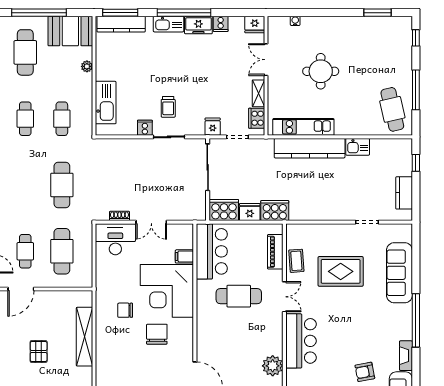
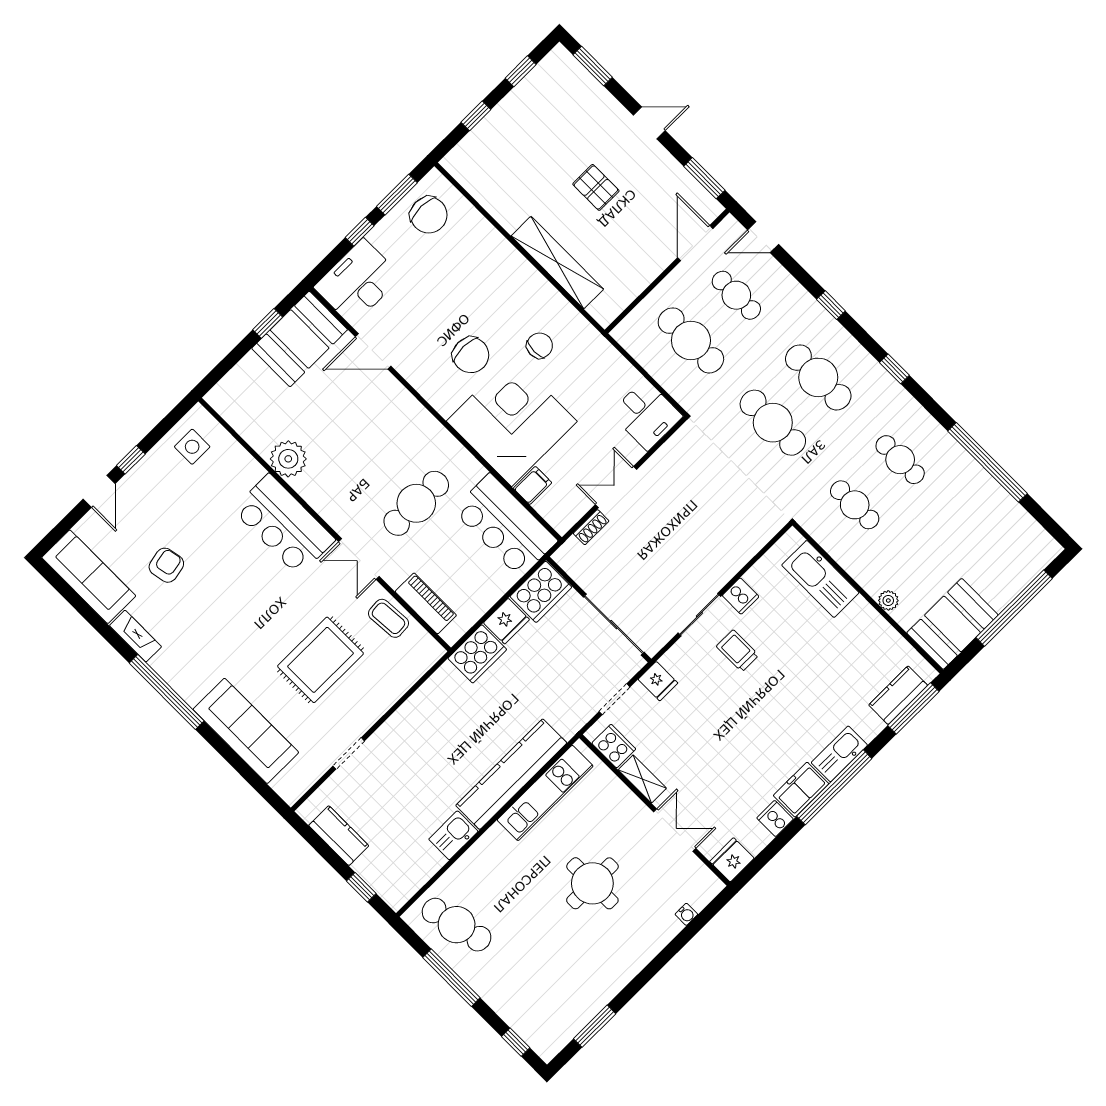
kitchen counter: (121, 24) -> (898, 695), width x0.67
cafe table: (25, 52) -> (818, 377), moved
shoe rack: (119, 216) -> (591, 527), moved
desk: (115, 239) -> (646, 415), width x0.73

